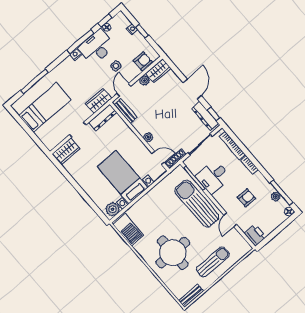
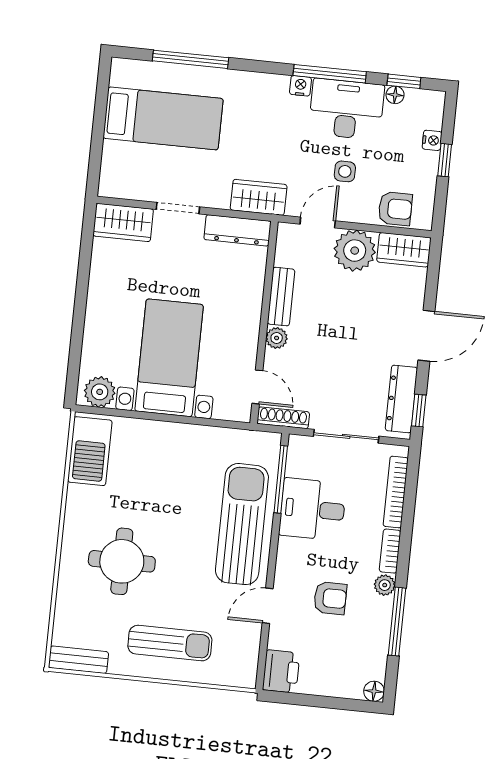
plant: (144, 81) -> (355, 251), width x1.87, depth x1.87
bench: (126, 111) -> (281, 297), moved
window: (282, 193) -> (397, 622), moved
plant: (276, 197) -> (385, 585), moved
round table: (173, 253) -> (122, 561), width x0.73, depth x0.73

